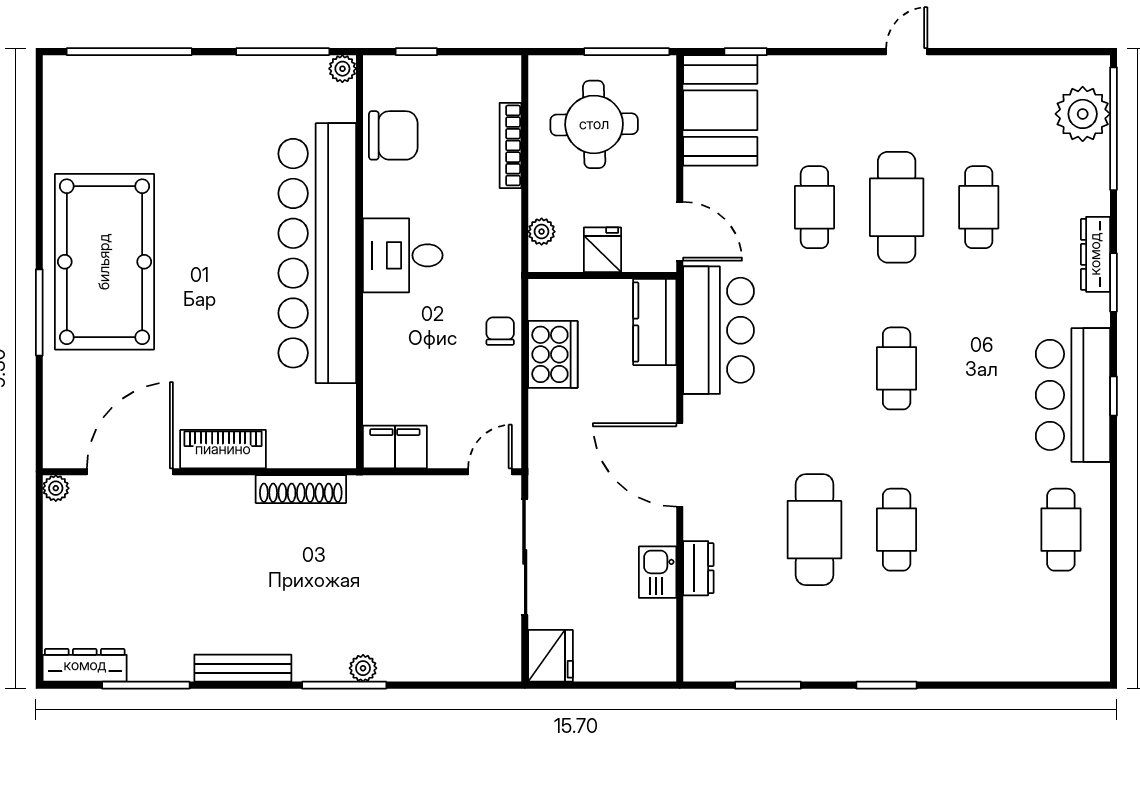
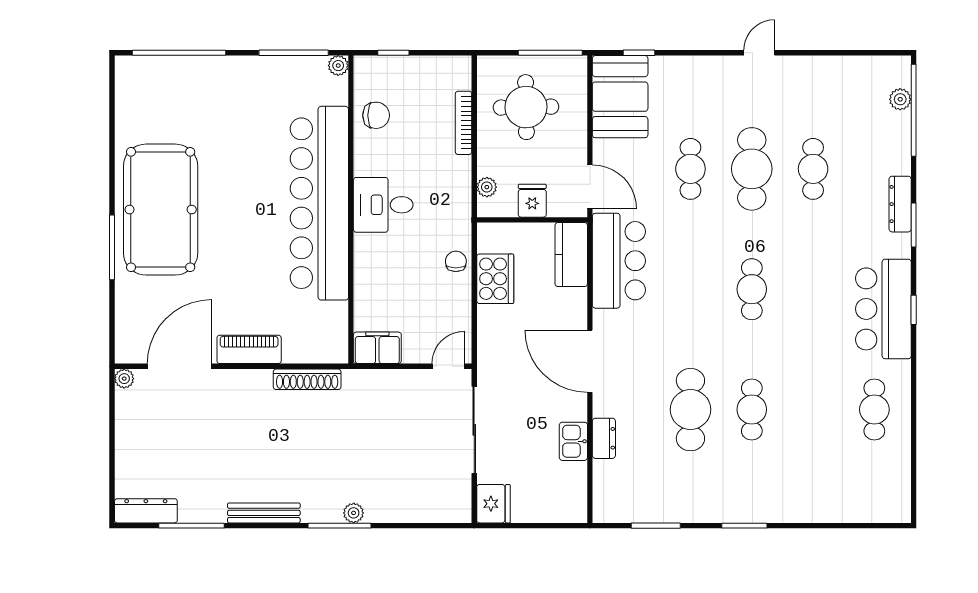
plant: (1083, 114) -> (900, 99), width x0.53, depth x0.53
chair: (393, 135) -> (376, 115), width x0.73, depth x0.73

